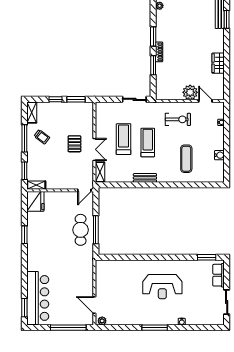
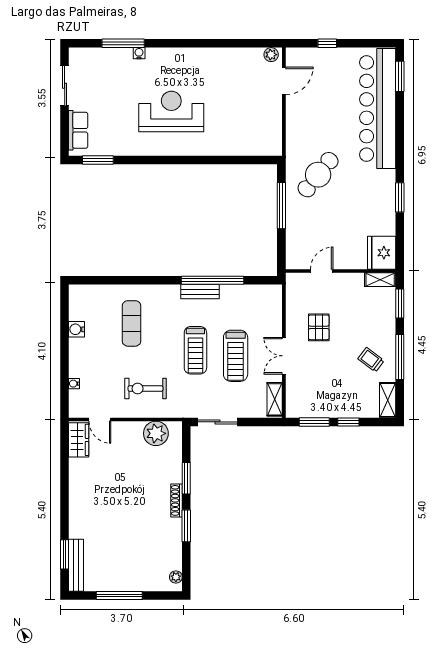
wardrobe: (218, 63) -> (79, 440), moved
plant: (190, 92) -> (156, 433), moved
pallet: (74, 144) -> (319, 327), moved
double door: (94, 149) -> (284, 356), moved
shelving: (100, 172) -> (275, 399), moved
window: (137, 185) -> (212, 280), added
door: (84, 190) -> (322, 271), moved
cafe table: (81, 230) -> (318, 175), moved, turned 39
bar counter: (38, 298) -> (378, 109), width x1.36
door: (94, 305) -> (284, 81), hinge flipped
window: (68, 328) -> (327, 43), width x0.32
window: (155, 328) -> (123, 43), moved

